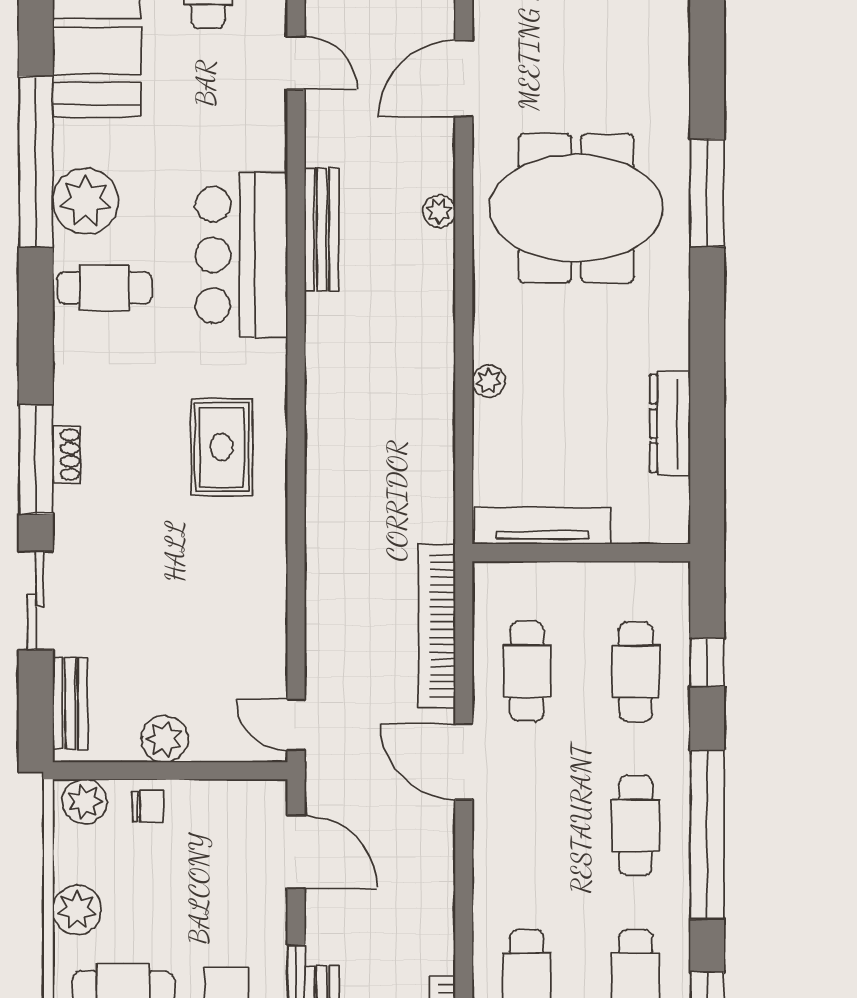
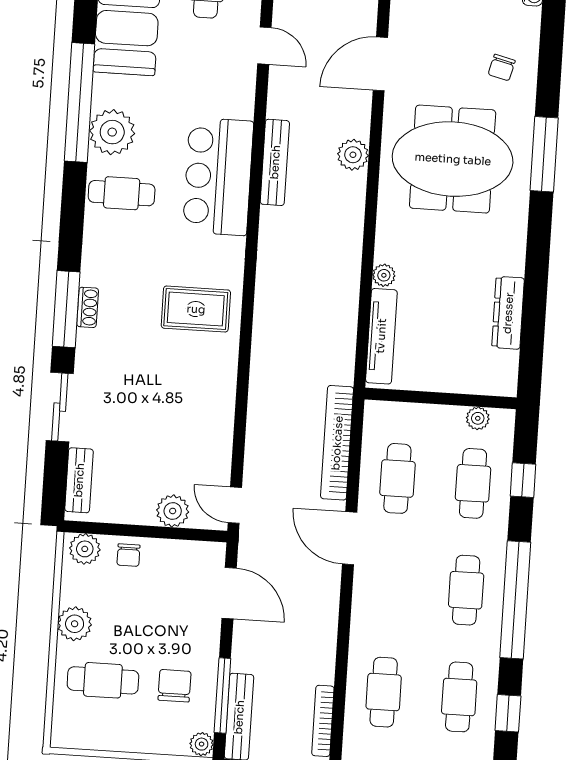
chair: (638, 72) -> (502, 68), added
plant: (439, 211) -> (353, 155), width x1.38, depth x1.38
rug: (222, 447) -> (196, 309), turned 90
tv unit: (542, 526) -> (381, 336), moved, turned 90
plant: (636, 578) -> (478, 418), added
plant: (165, 739) -> (173, 511), moved
chair: (148, 806) -> (128, 555), turned 90

